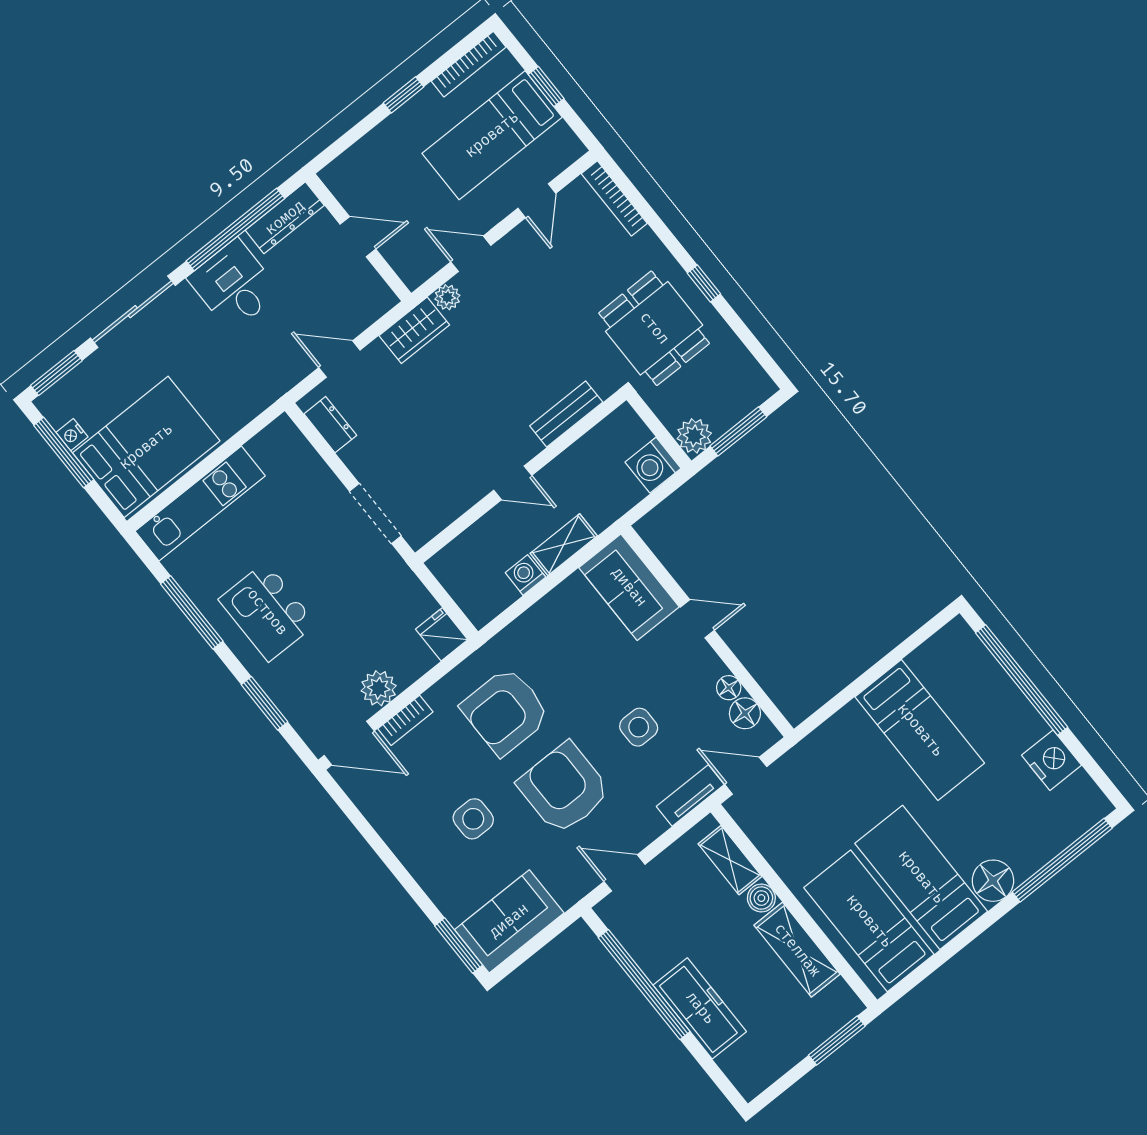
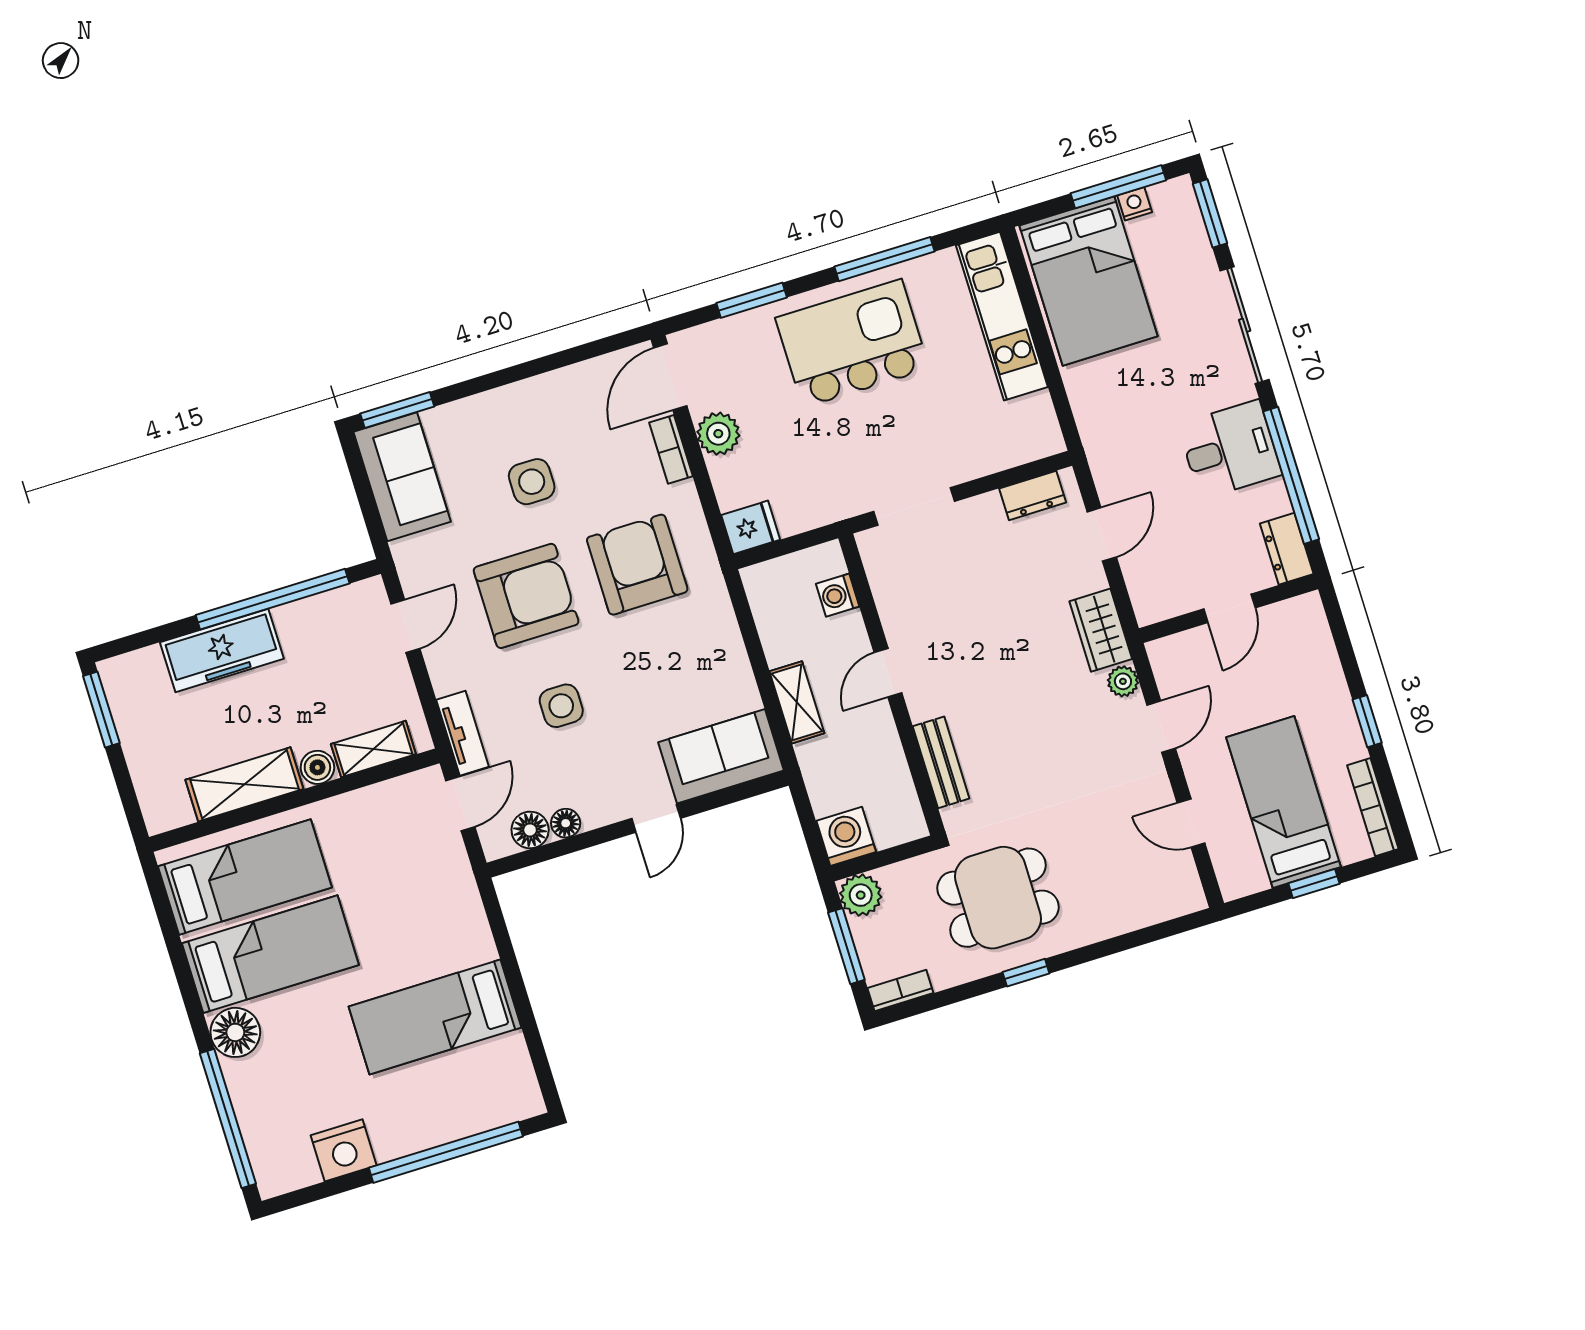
bookcase: (614, 198) -> (900, 991), moved, width x0.64
dresser: (285, 218) -> (1287, 549), width x0.70
washing machine: (525, 575) -> (838, 595), moved, turned 180
kitchen island: (267, 612) -> (852, 343), width x1.37, depth x1.28
window: (837, 1041) -> (101, 710), moved

